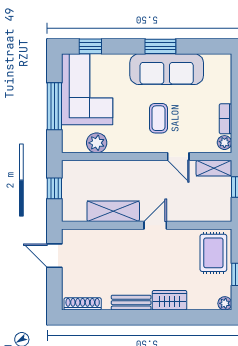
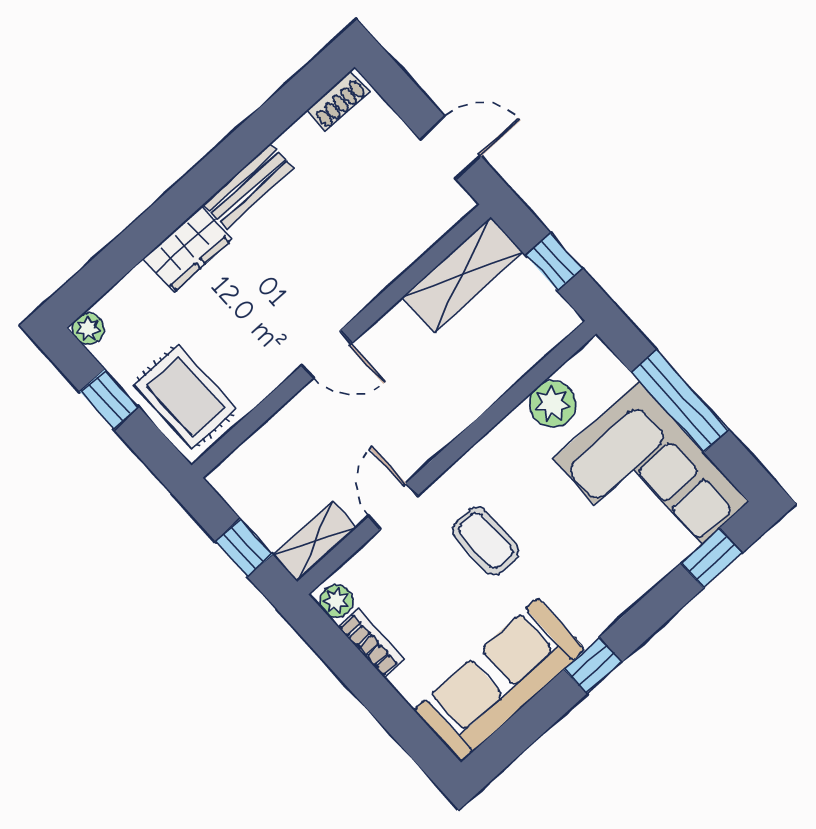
window: (160, 46) -> (593, 666), width x0.67
sofa: (167, 69) -> (499, 680), moved
door: (178, 157) -> (393, 506), hinge flipped
shelving: (113, 211) -> (463, 274), moved
door: (155, 225) -> (327, 354), hinge flipped
shoe rack: (83, 304) -> (338, 101), width x0.70

